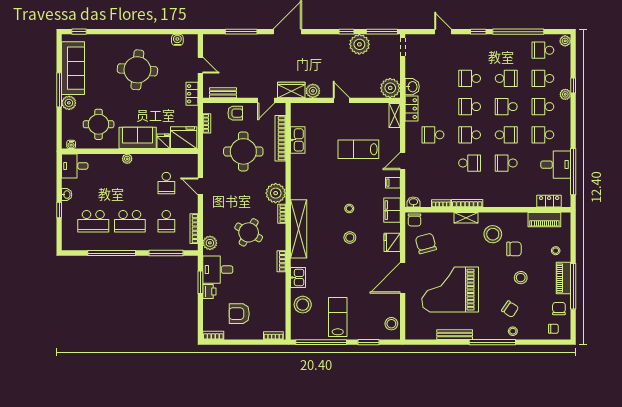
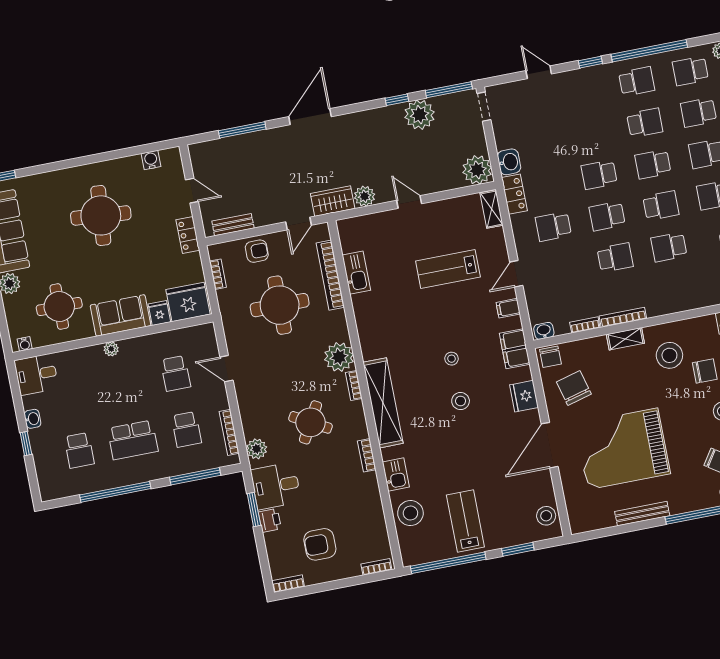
school desk: (470, 78) -> (637, 81), moved, turned 180
school desk: (93, 221) -> (79, 450), width x0.54

